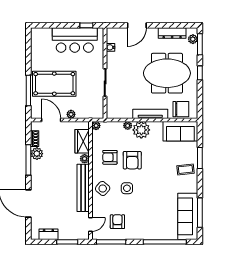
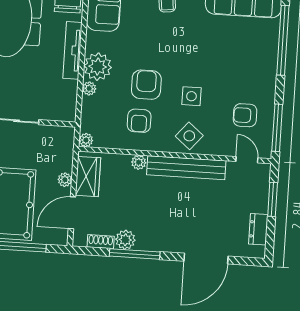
wardrobe: (82, 141) -> (88, 177), moved, turned -90
armchair: (132, 160) -> (146, 85), turned -90

